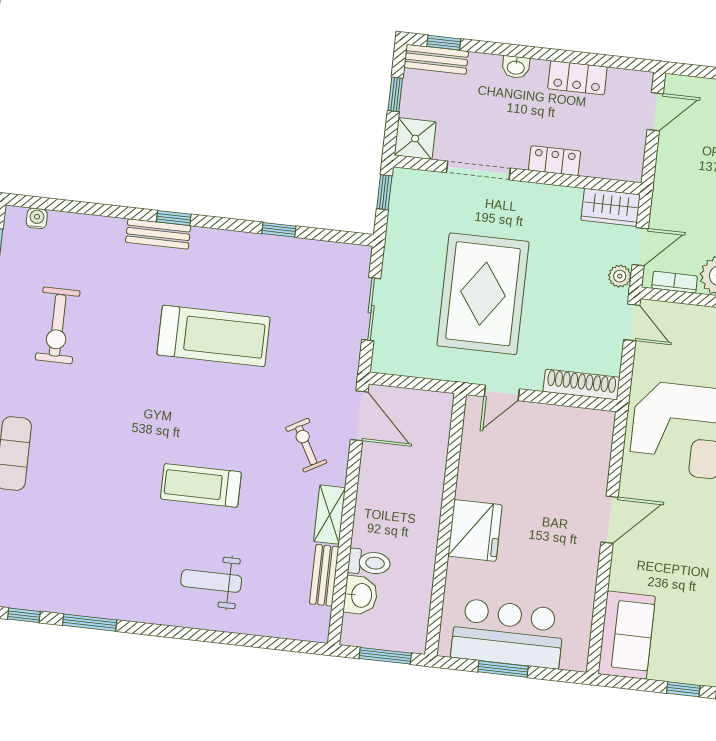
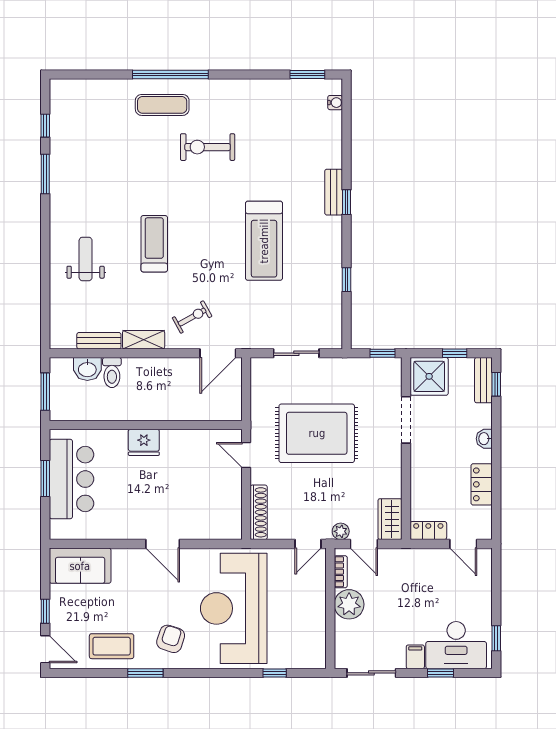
shower: (415, 139) -> (429, 376), width x1.36, depth x1.36
locker: (555, 161) -> (428, 531), moved, turned -90
exercise bike: (58, 325) -> (208, 147), moved
fridge: (475, 530) -> (144, 442), width x0.73, depth x0.75

